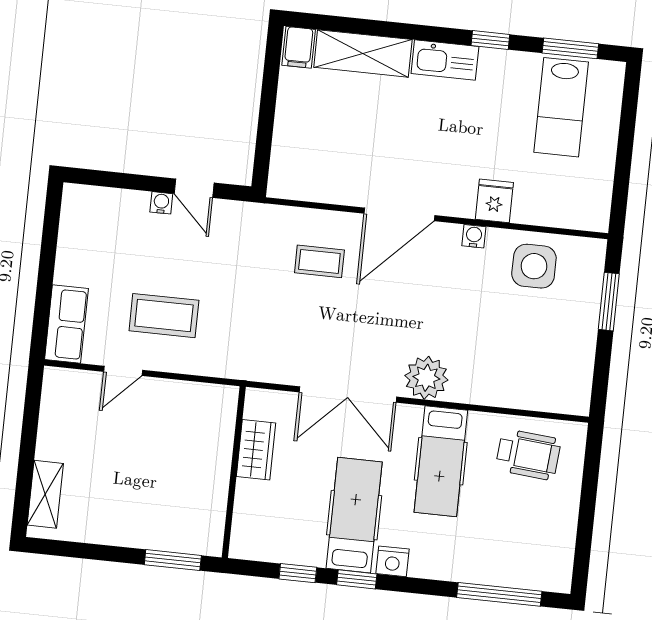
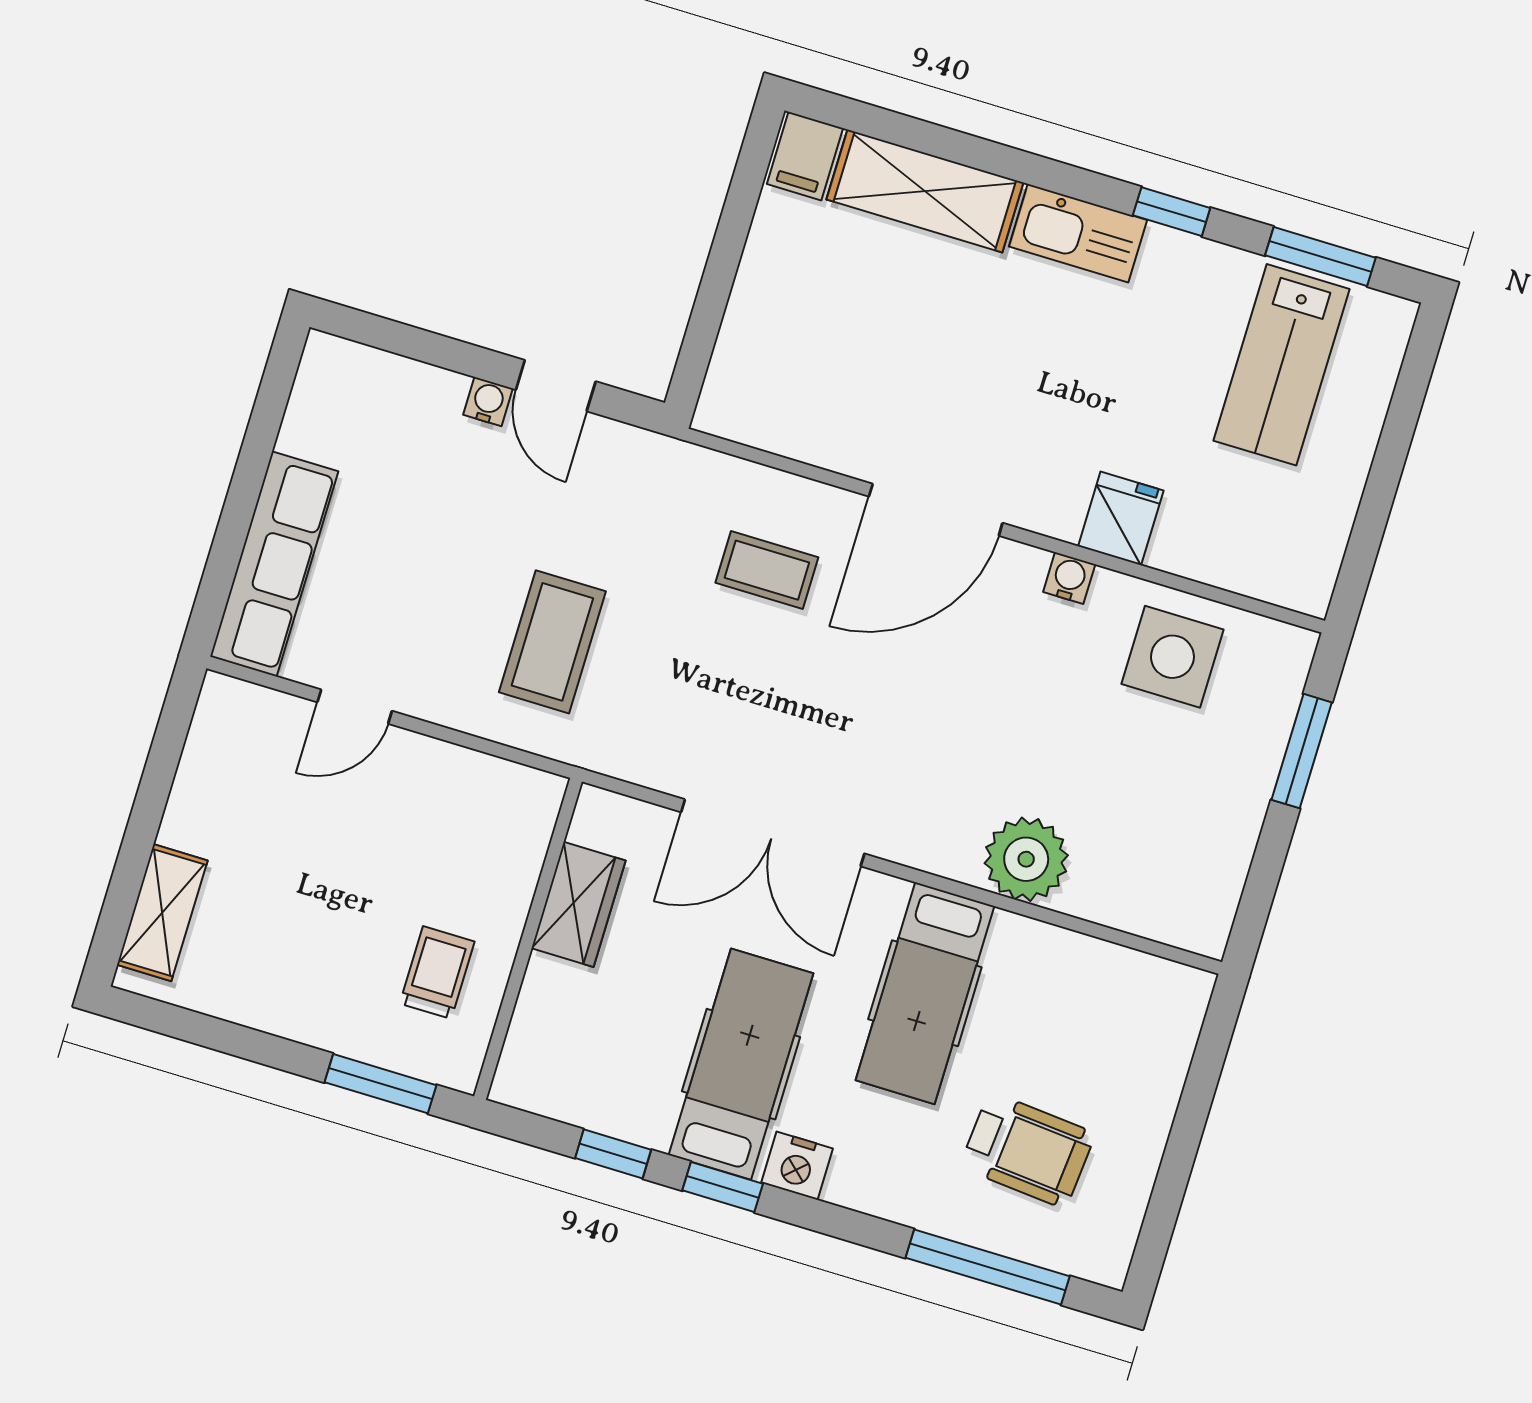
coffee table: (164, 316) -> (552, 642), moved, turned 90
row of seats: (66, 324) -> (274, 564), width x1.48
plant: (426, 378) -> (1026, 859), moved
wheelchair: (528, 455) -> (1027, 1150), moved
trolley: (191, 498) -> (437, 973), added

